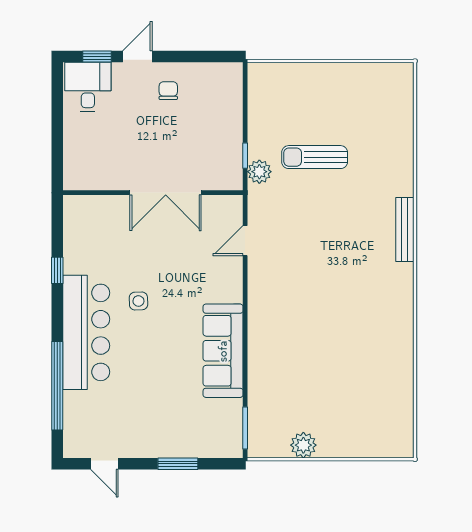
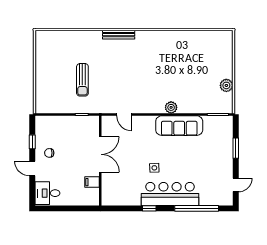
window: (97, 57) -> (32, 142), moved
plant: (259, 172) -> (171, 107), moved
filing cabinet: (110, 176) -> (92, 182), added
window: (57, 270) -> (149, 208), moved

